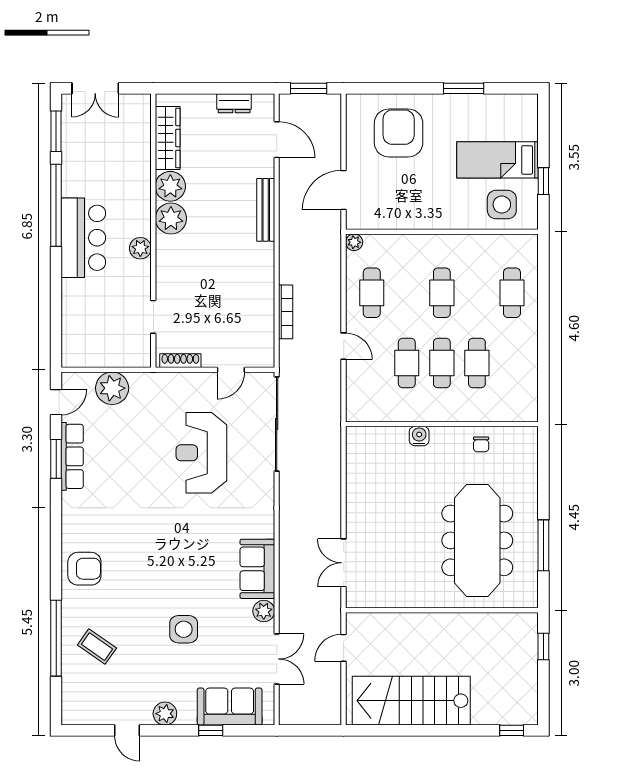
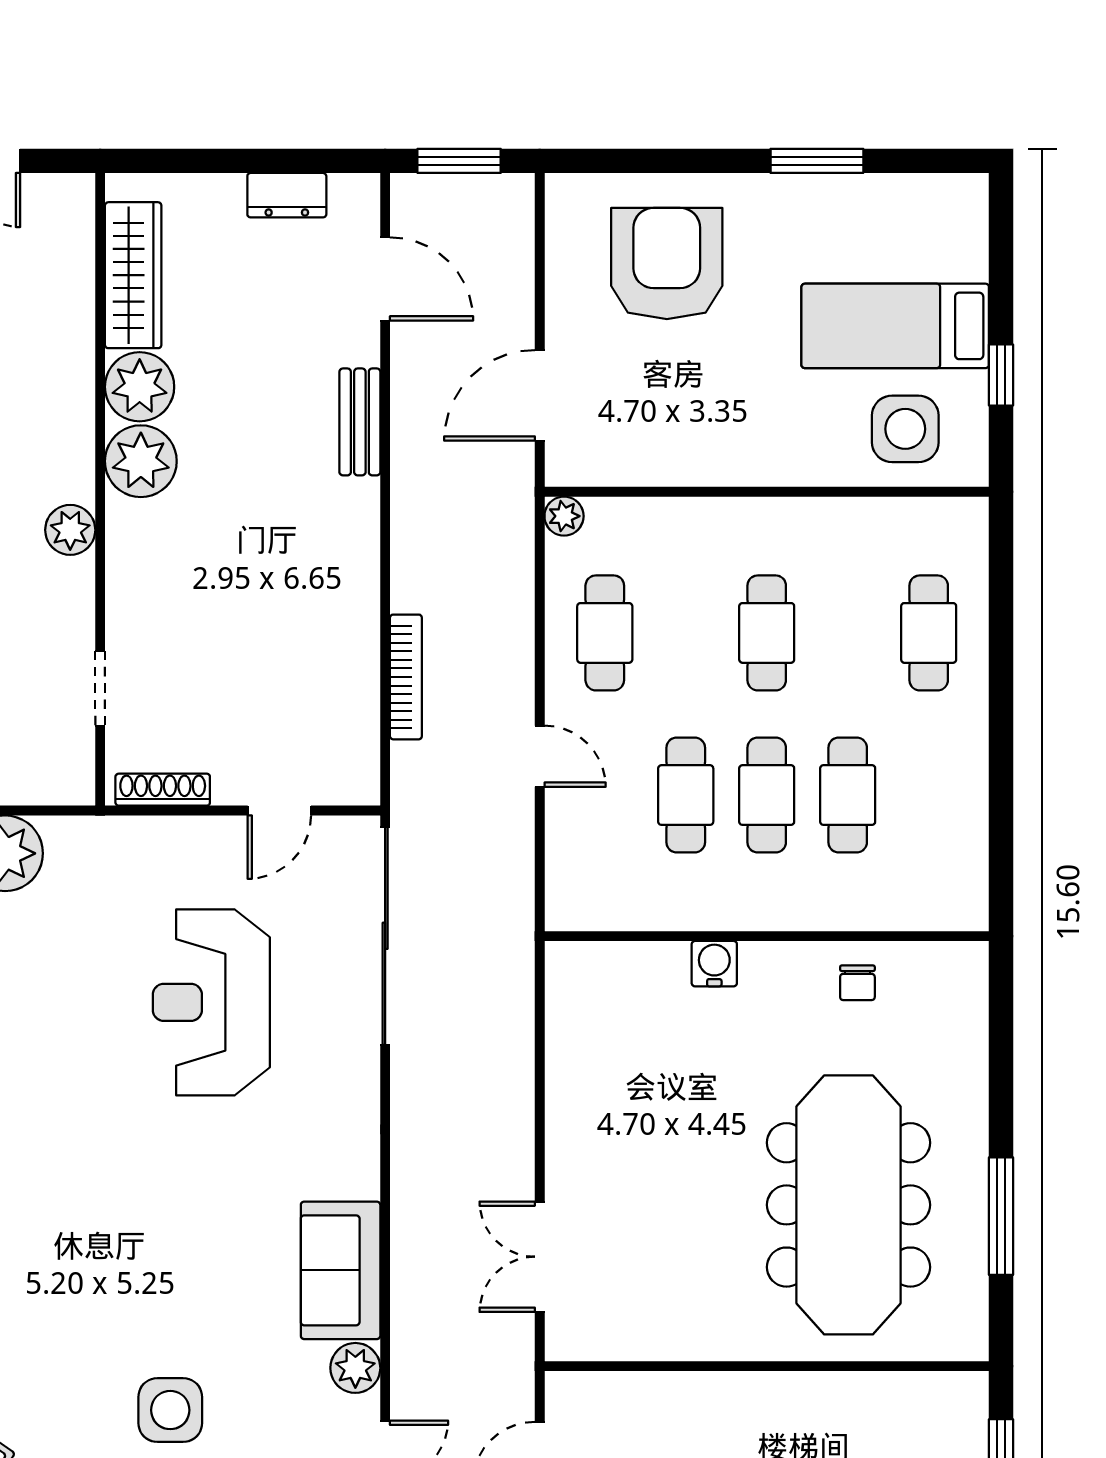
bench: (266, 210) -> (360, 422), width x0.73

